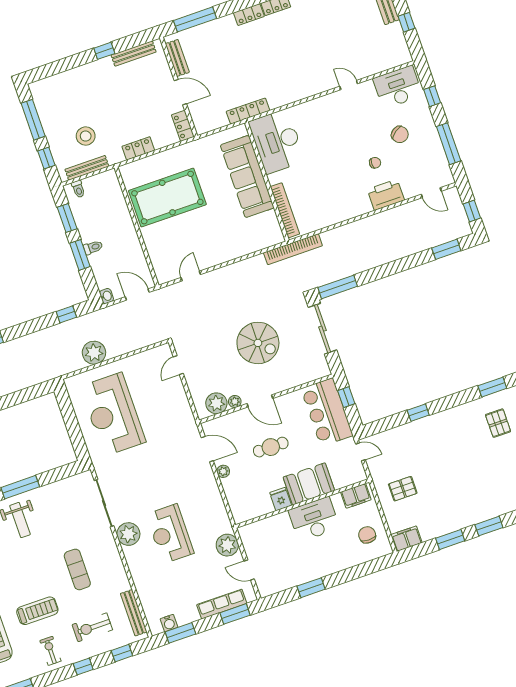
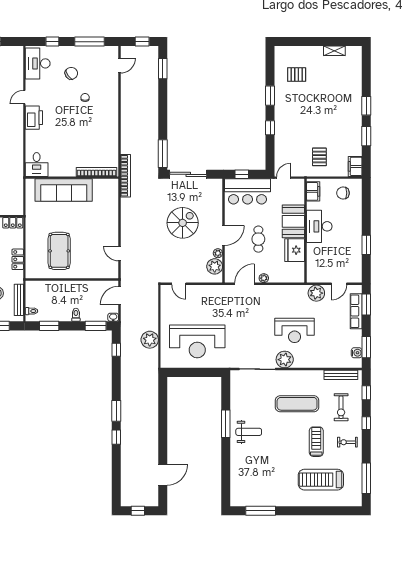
locker: (248, 111) -> (18, 174), removed
desk: (277, 141) -> (37, 164), width x0.53, depth x0.77
printer: (386, 195) -> (34, 118), moved, turned 180
pool table: (167, 198) -> (59, 251), width x0.73, depth x0.76
window: (80, 255) -> (96, 326), moved
window: (492, 387) -> (270, 96), moved
fridge: (281, 499) -> (295, 250), width x1.88, depth x1.34
exercise mat: (77, 569) -> (297, 404), width x1.36, depth x1.45

